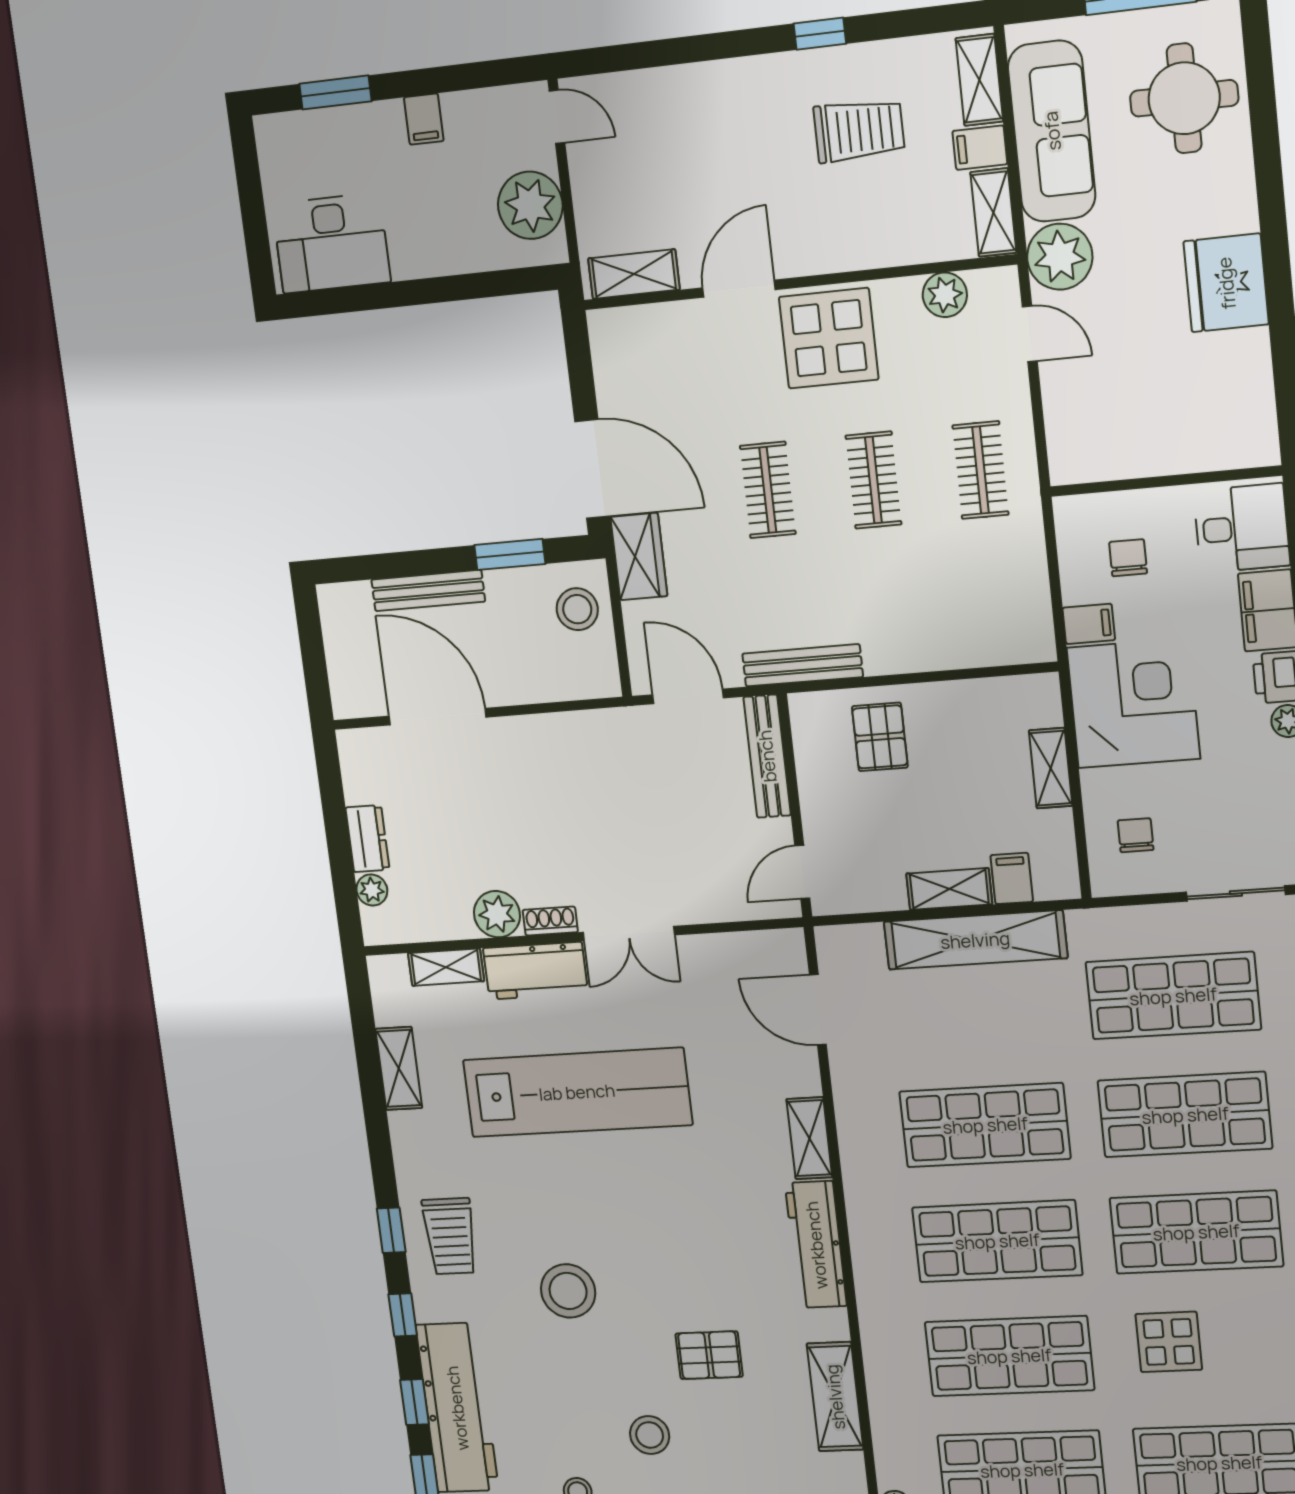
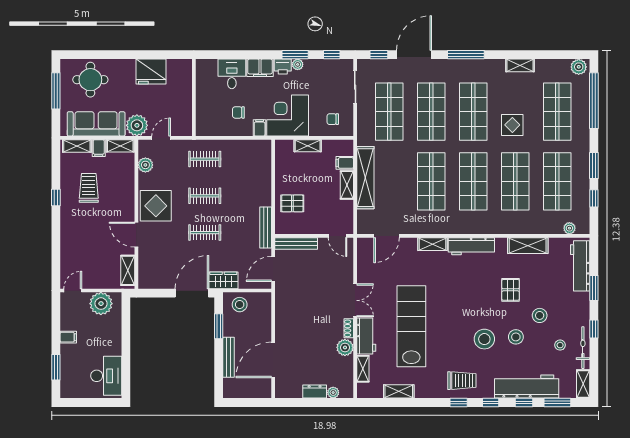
wall: (1166, 481) -> (194, 98), moved
stool: (584, 1374) -> (516, 337), added

